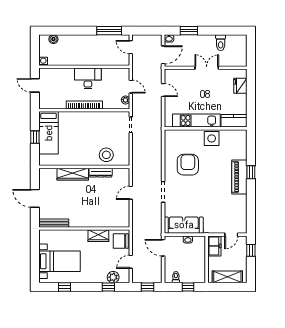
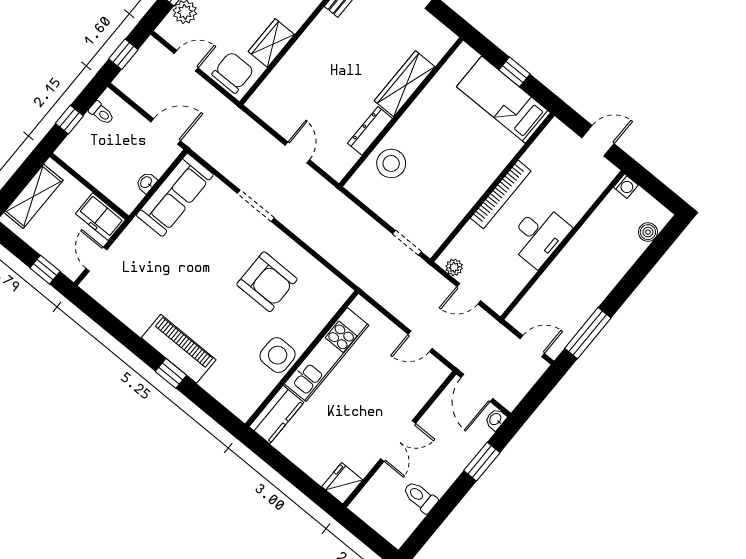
fridge: (240, 86) -> (342, 483), moved, turned -90
door: (131, 262) -> (186, 61), hinge flipped

